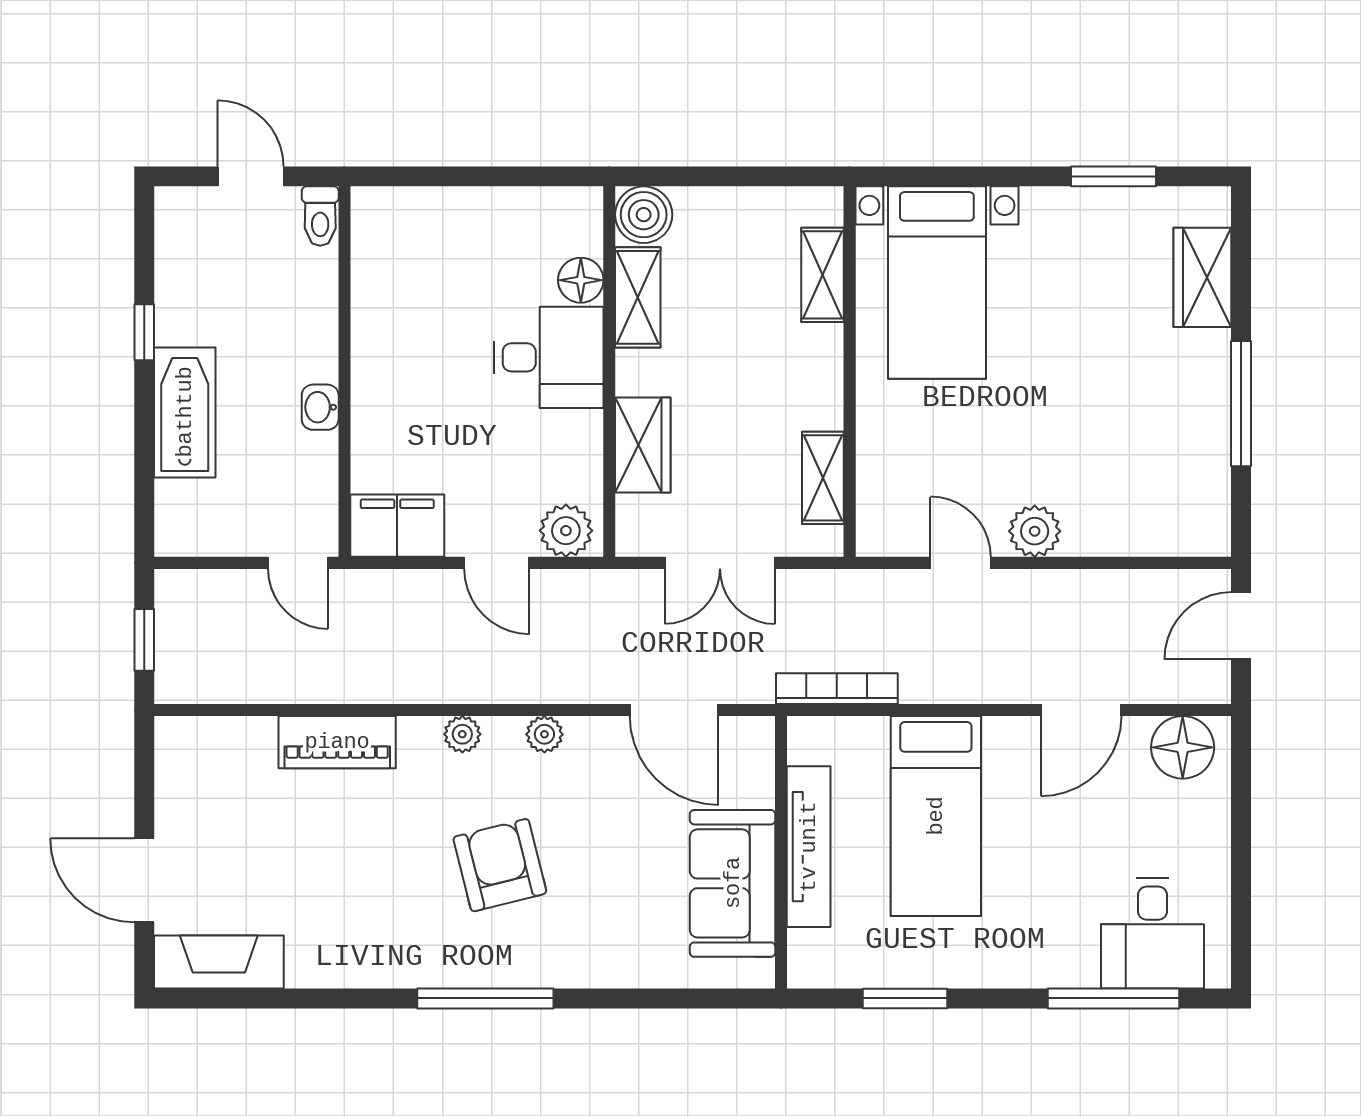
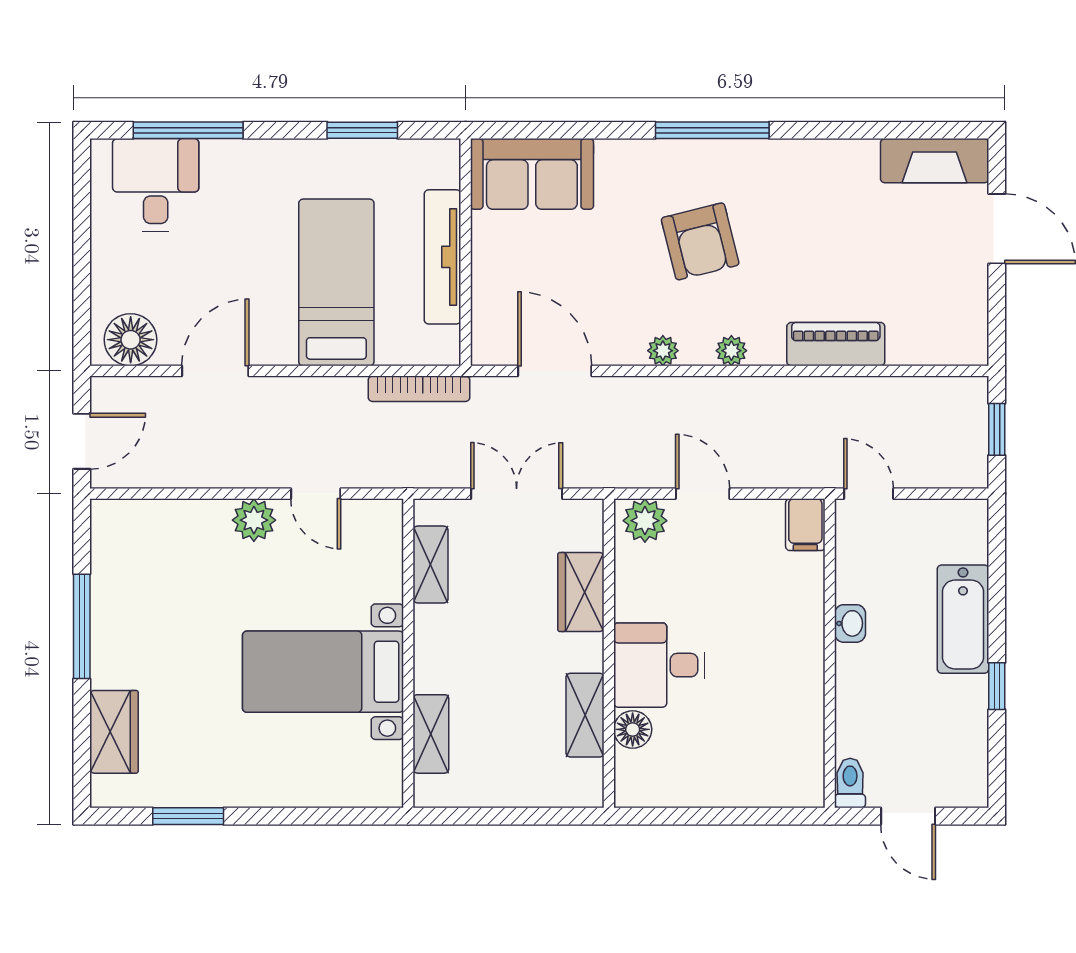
boiler: (644, 215) -> (580, 784), removed
bed with nightstands: (937, 283) -> (323, 672), moved, turned -90
filing cabinet: (397, 526) -> (805, 525), width x0.50
sofa: (733, 883) -> (532, 174), moved, turned 90

